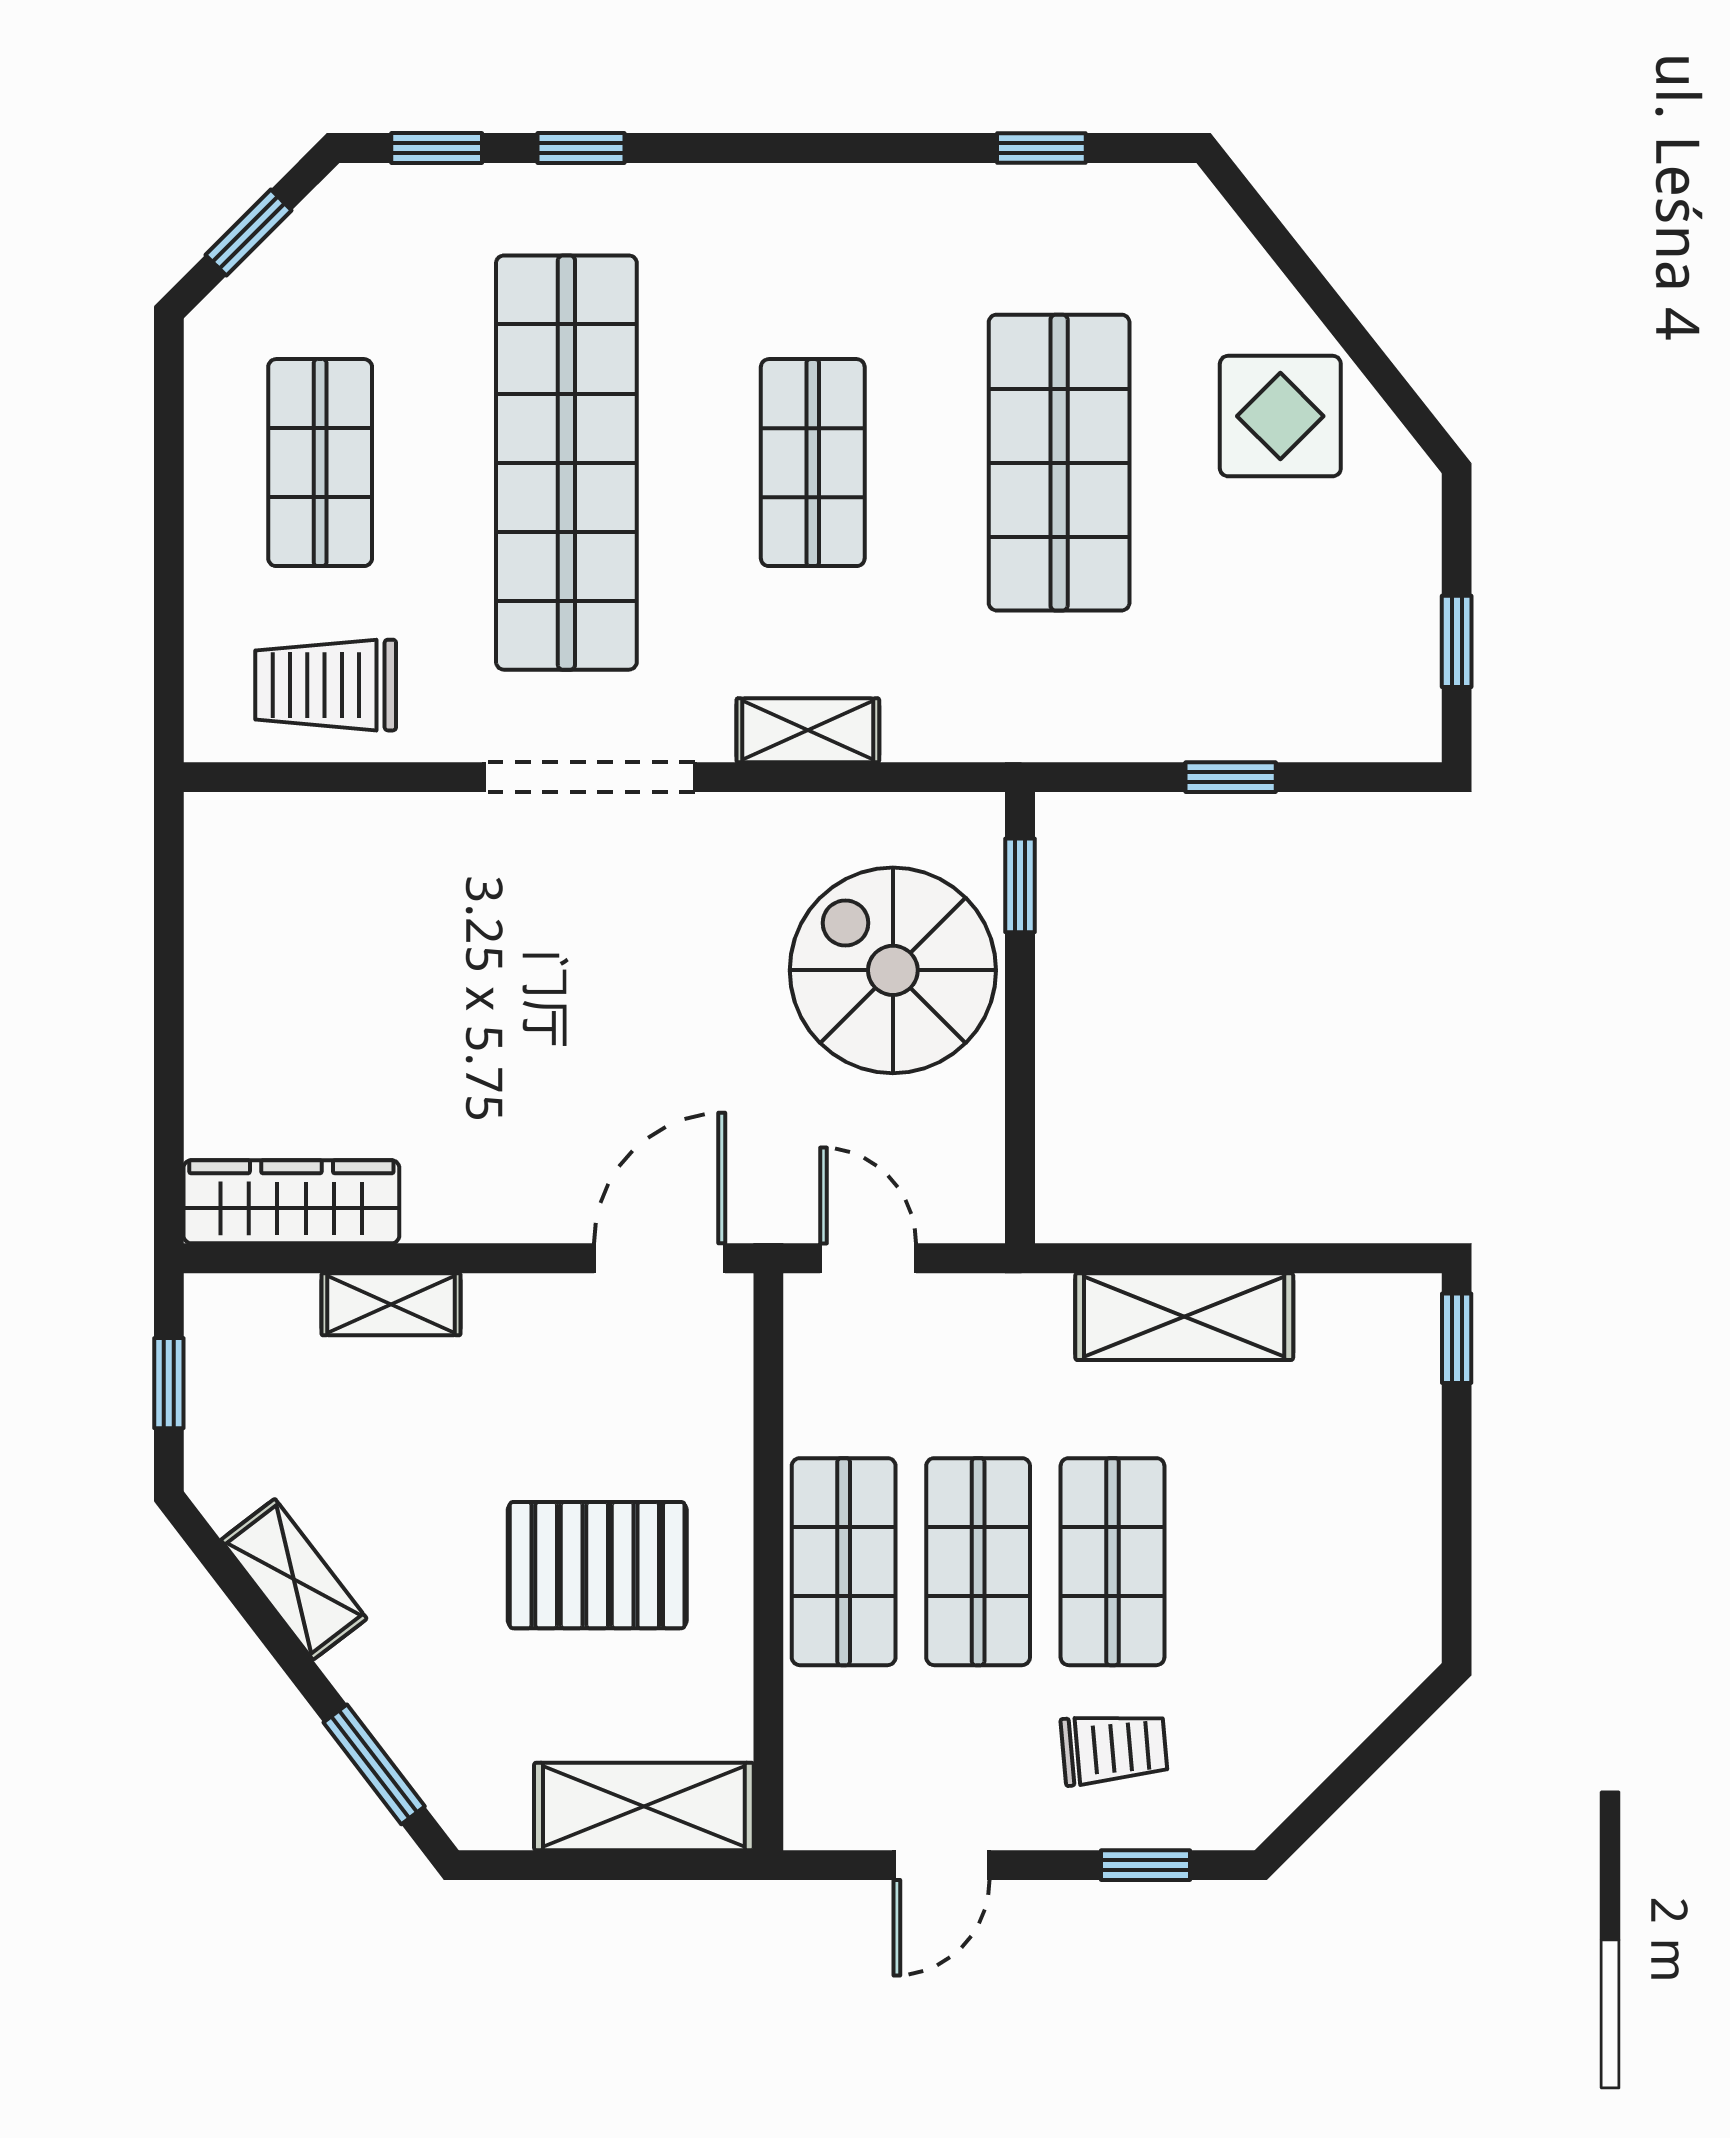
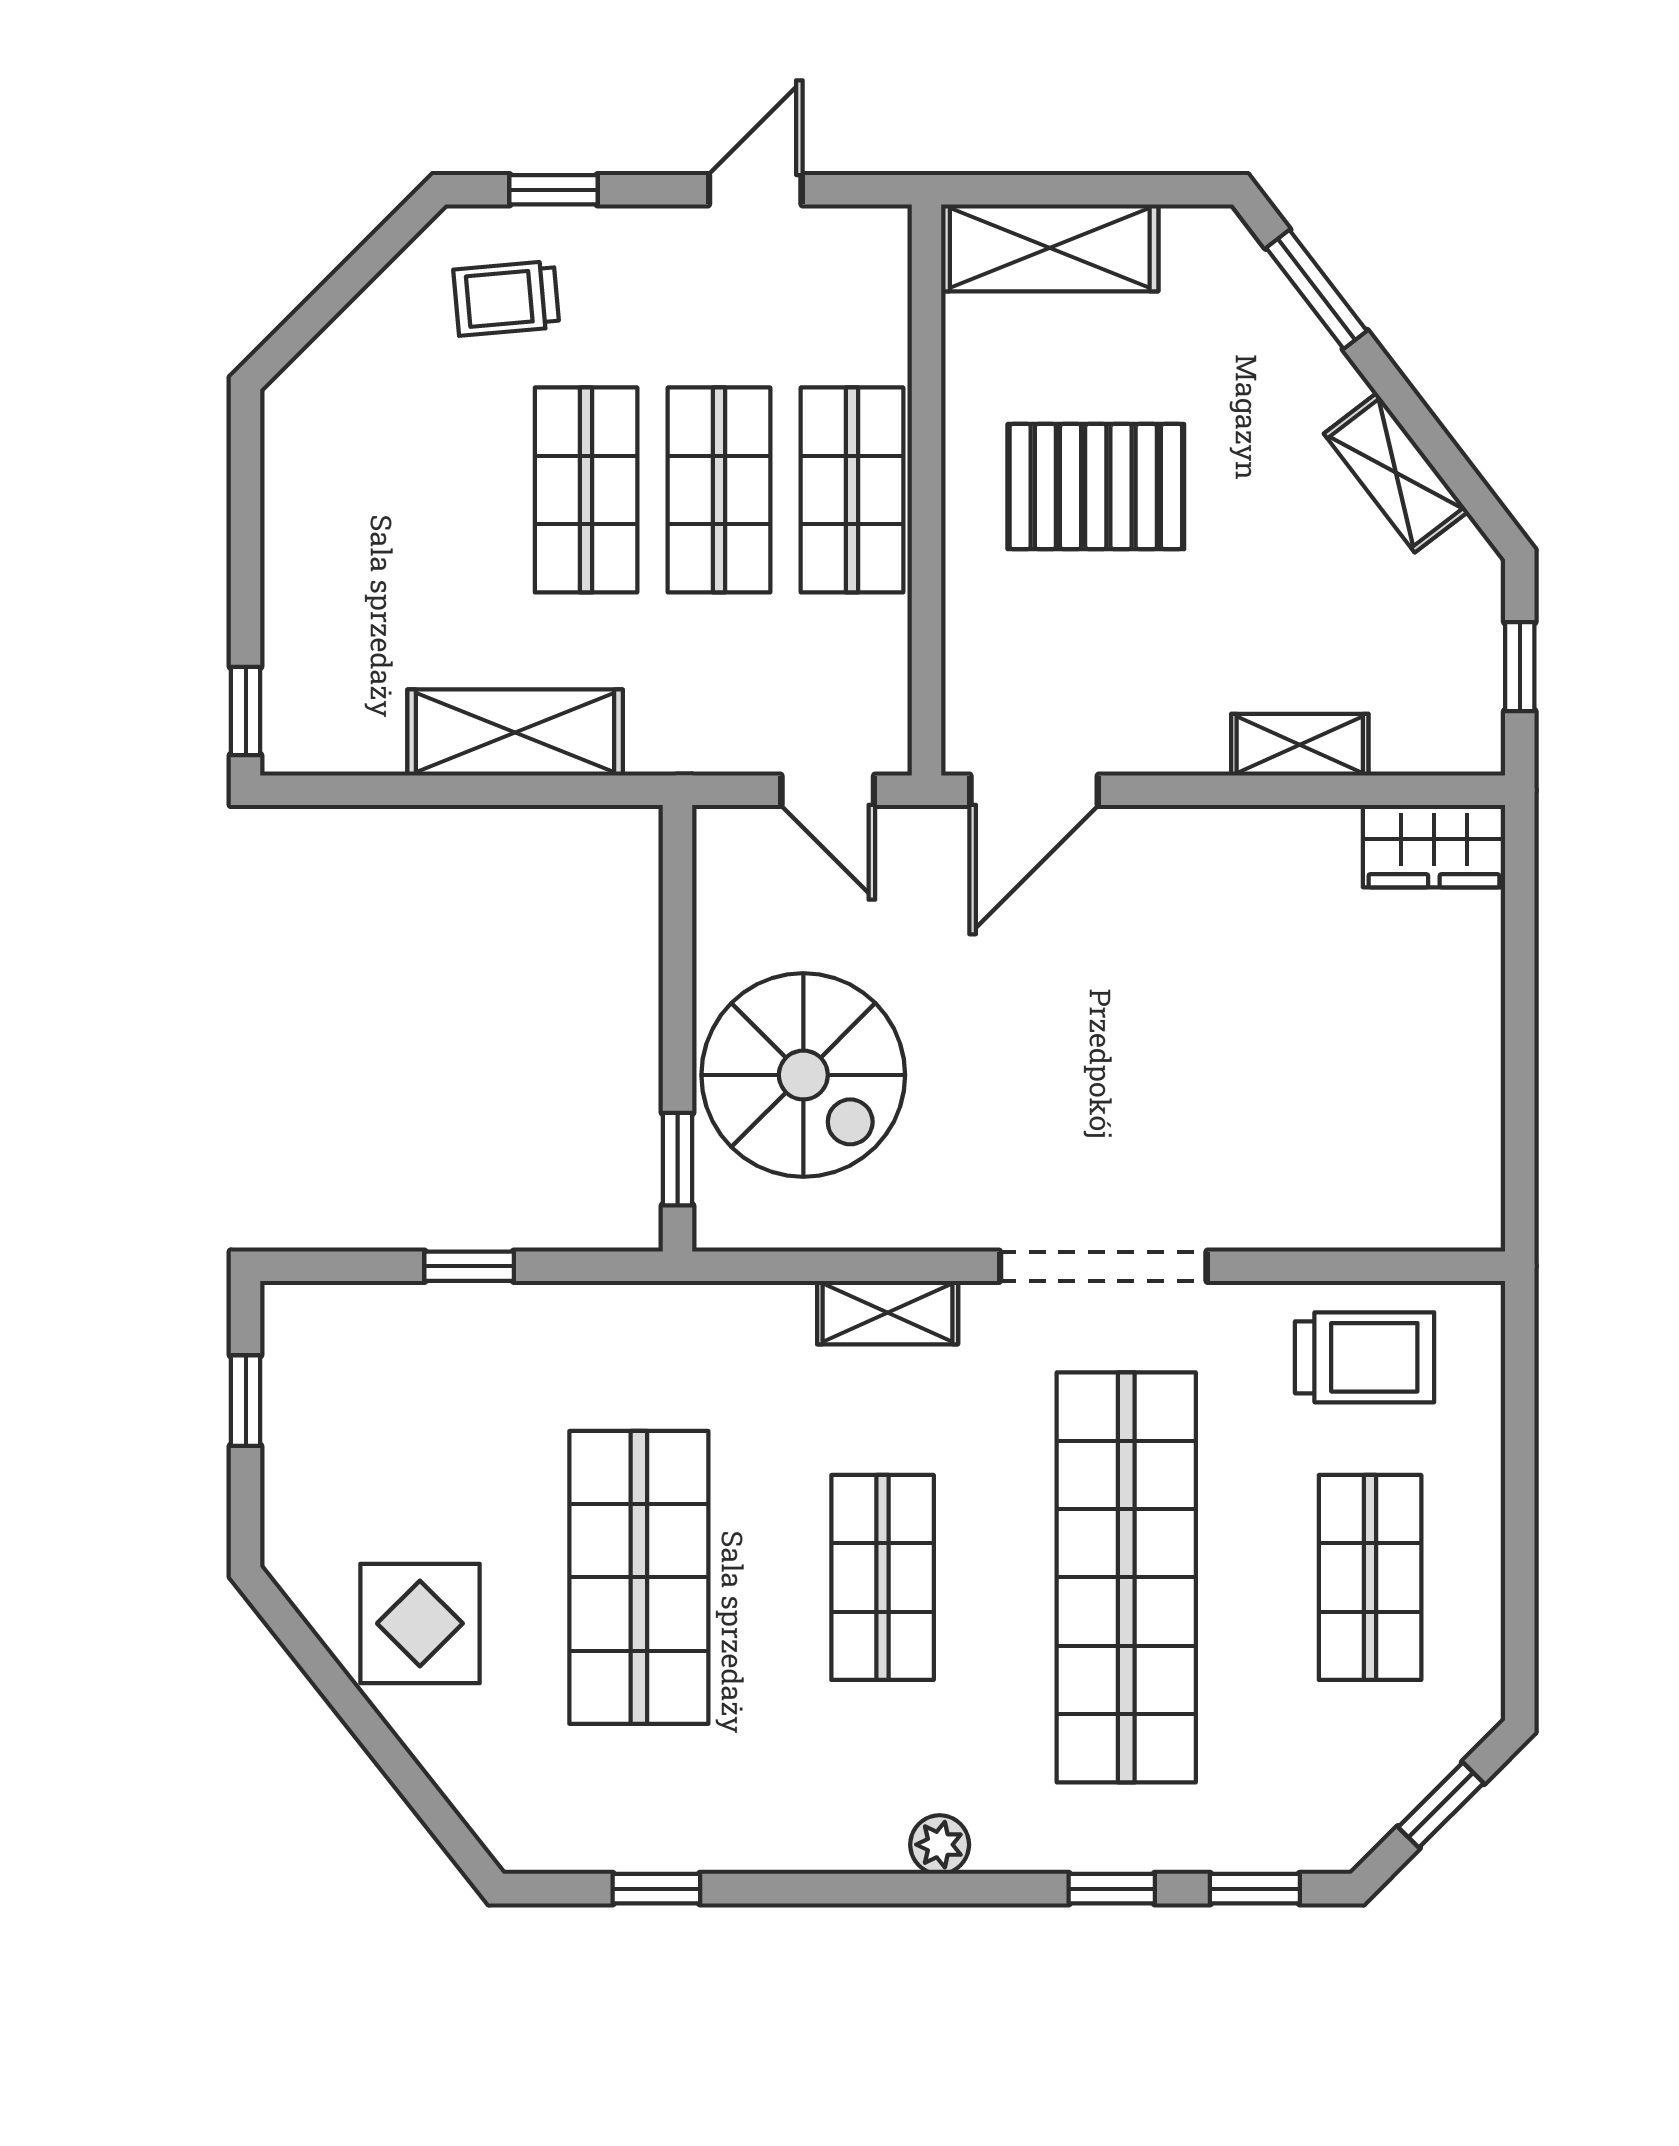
plant: (755, 193) -> (940, 1845), added
wardrobe: (291, 1202) -> (1434, 846), width x0.67
trolley: (1114, 1748) -> (506, 298), moved

